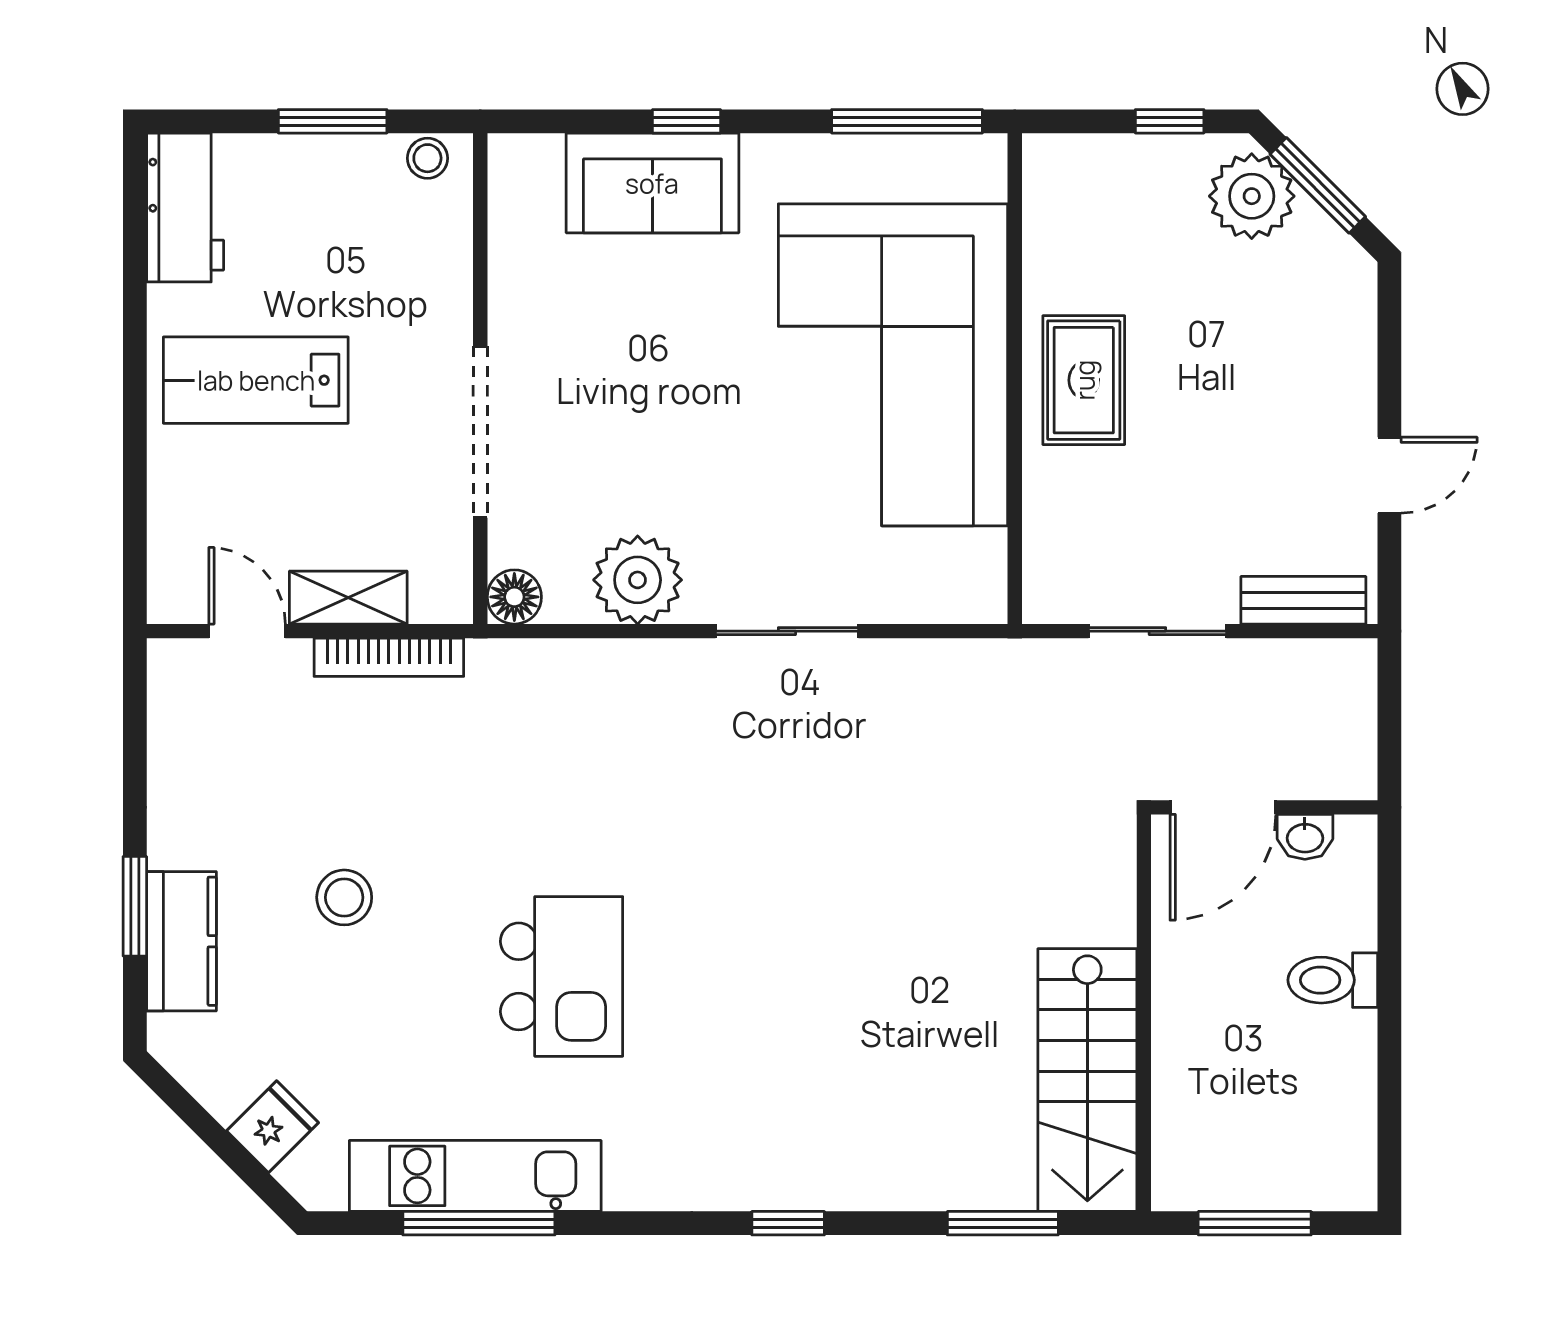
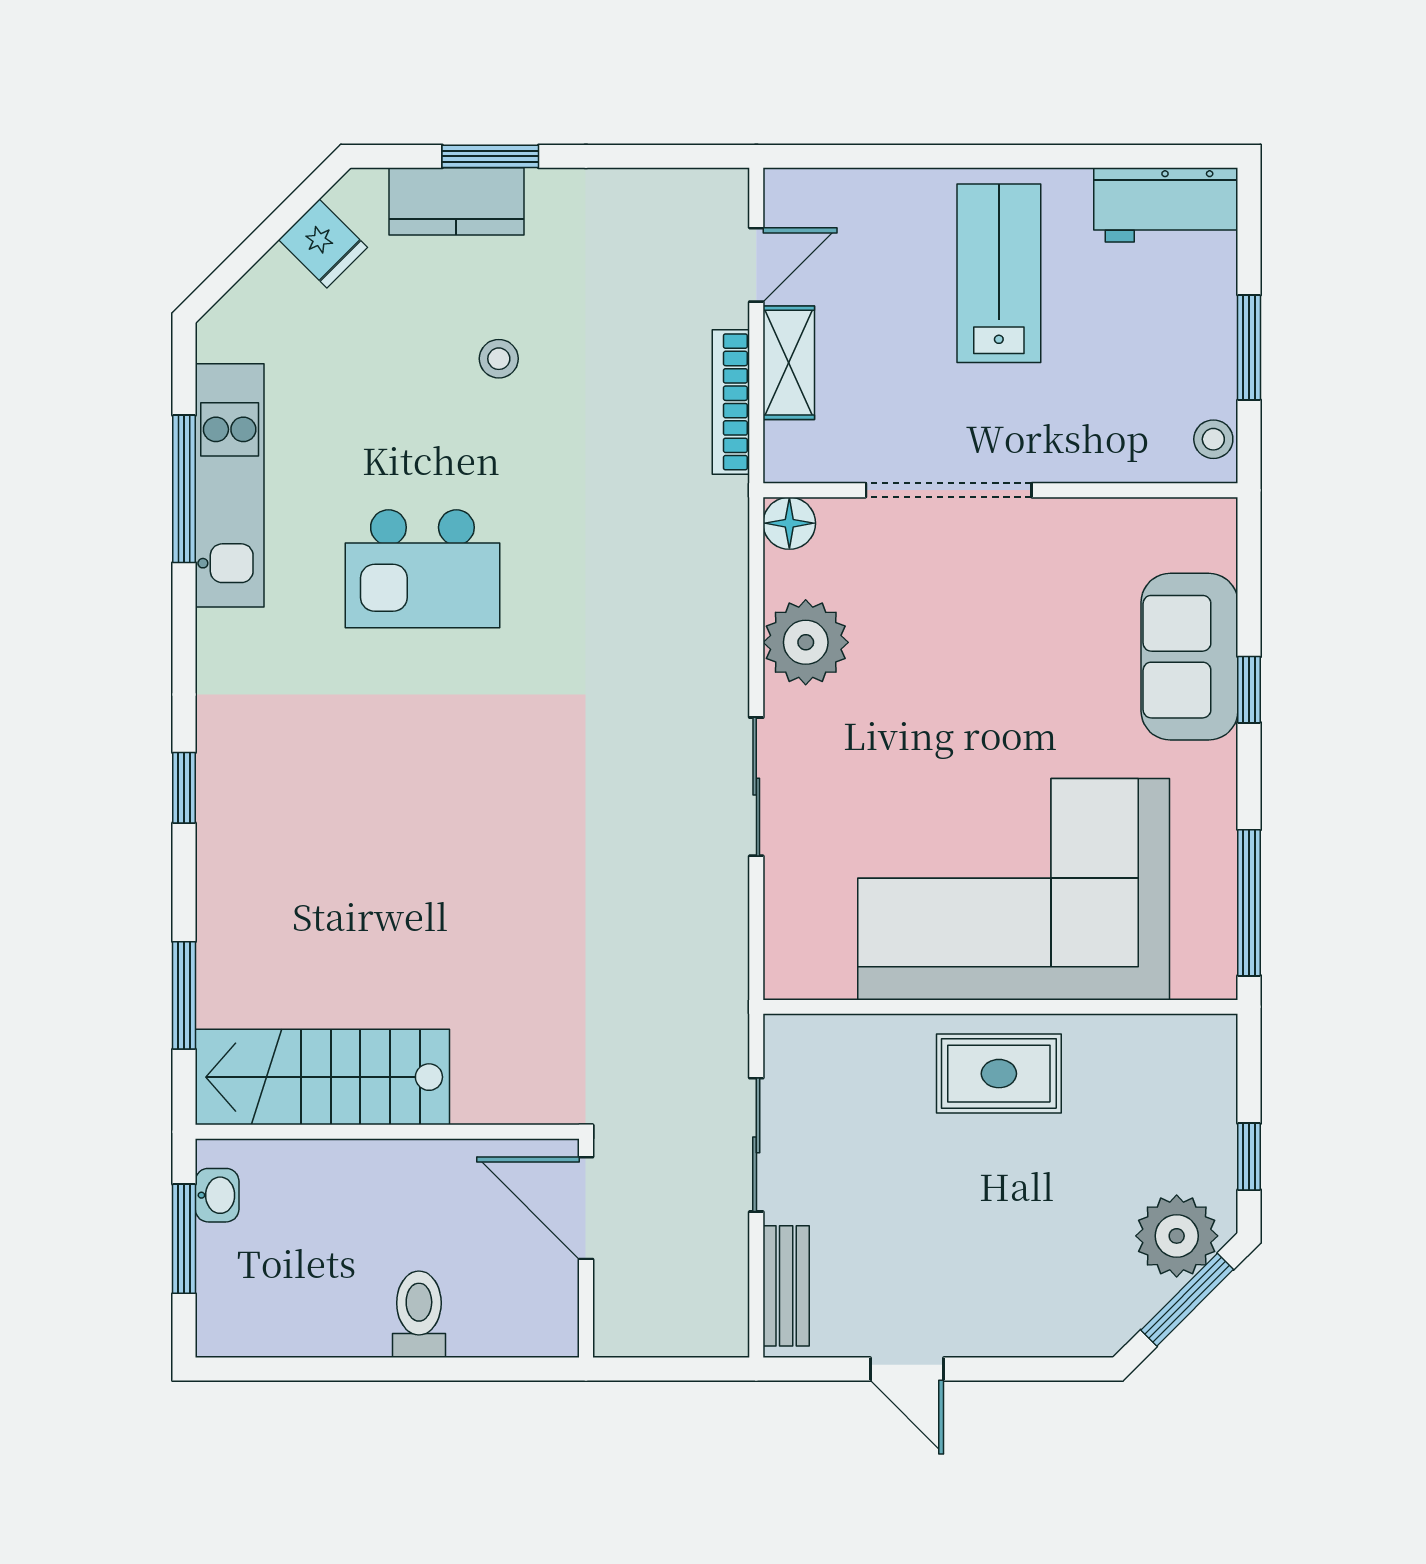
washbasin: (1305, 837) -> (217, 1195), moved, turned 180
stool: (344, 897) -> (499, 359), width x0.73, depth x0.73
fridge: (273, 1127) -> (323, 244), moved

